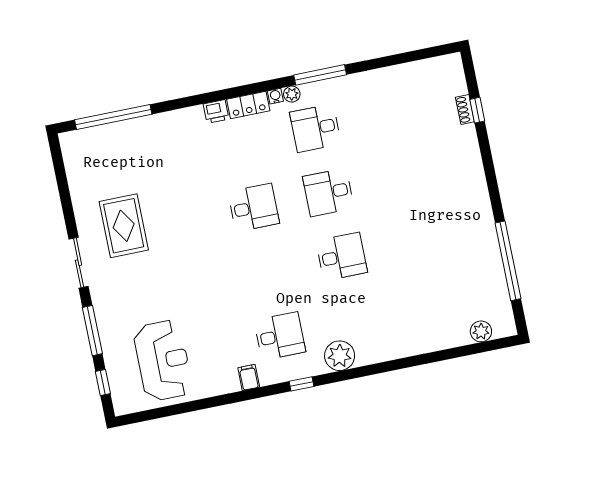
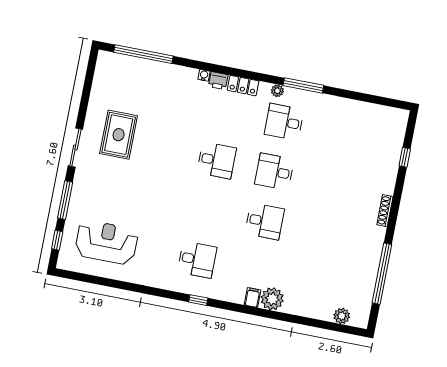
water cooler: (275, 96) -> (204, 75), moved
shoe rack: (465, 109) -> (385, 211), moved, width x1.43
plant: (340, 356) -> (272, 299), moved
reception desk: (163, 360) -> (106, 242), turned -90
filing cabinet: (249, 377) -> (253, 298), moved

